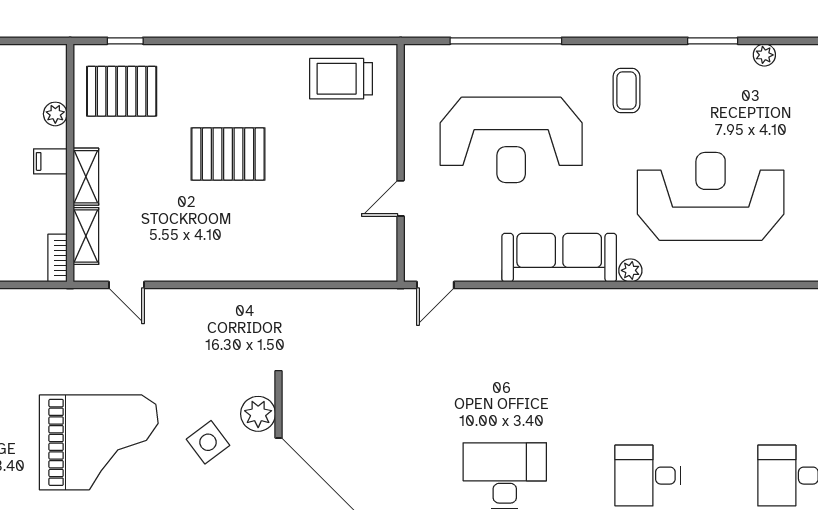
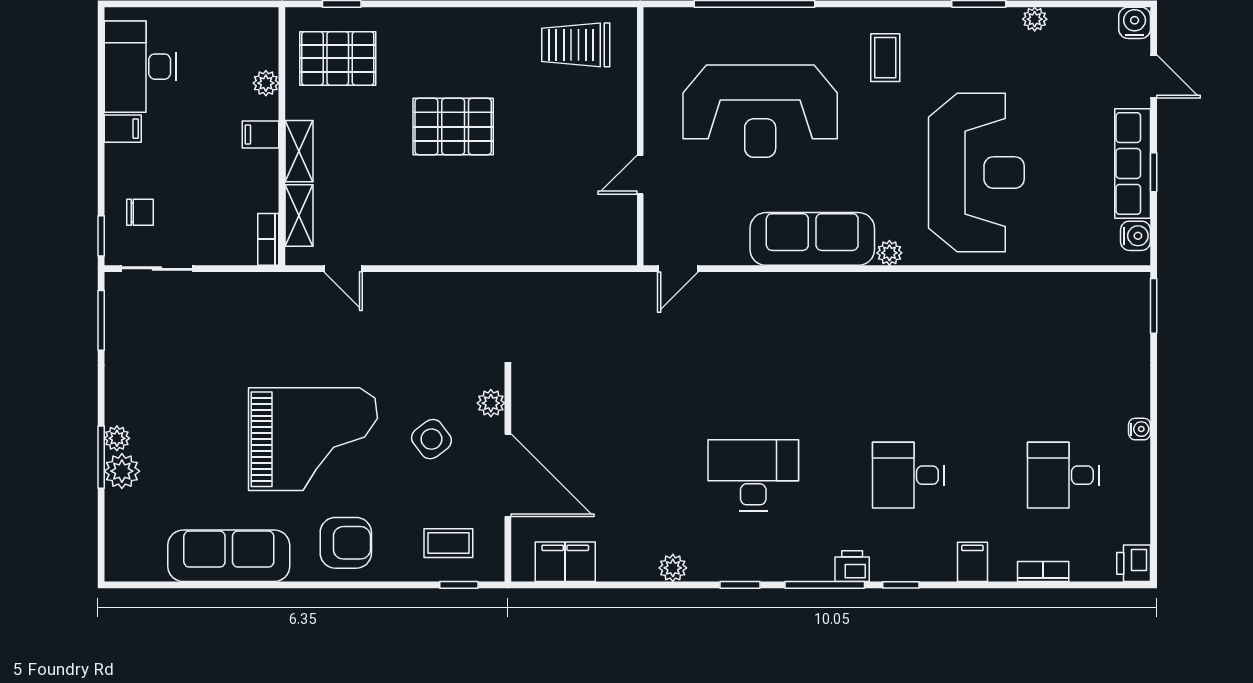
reception desk: (711, 196) -> (976, 173), turned 90
plant: (258, 414) -> (491, 403), width x0.73, depth x0.73

